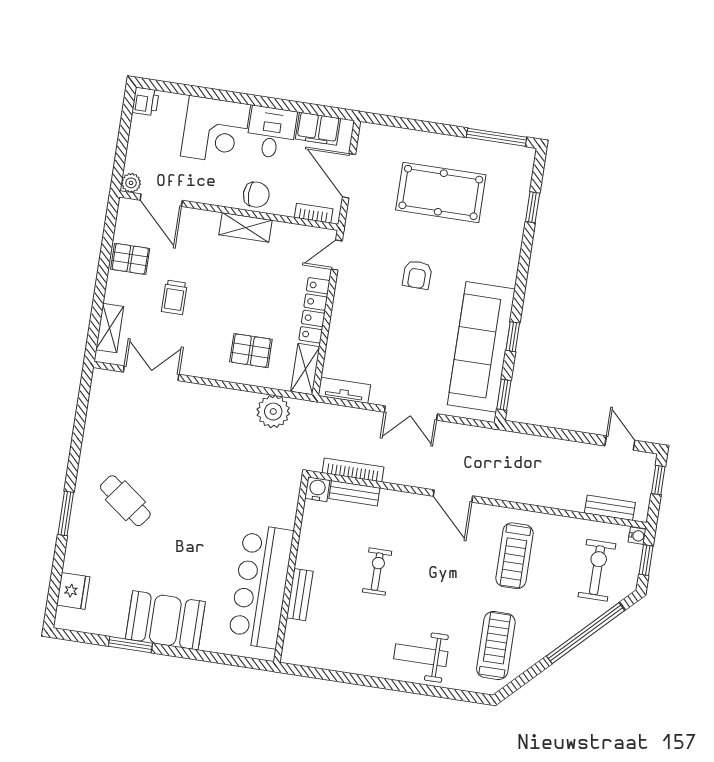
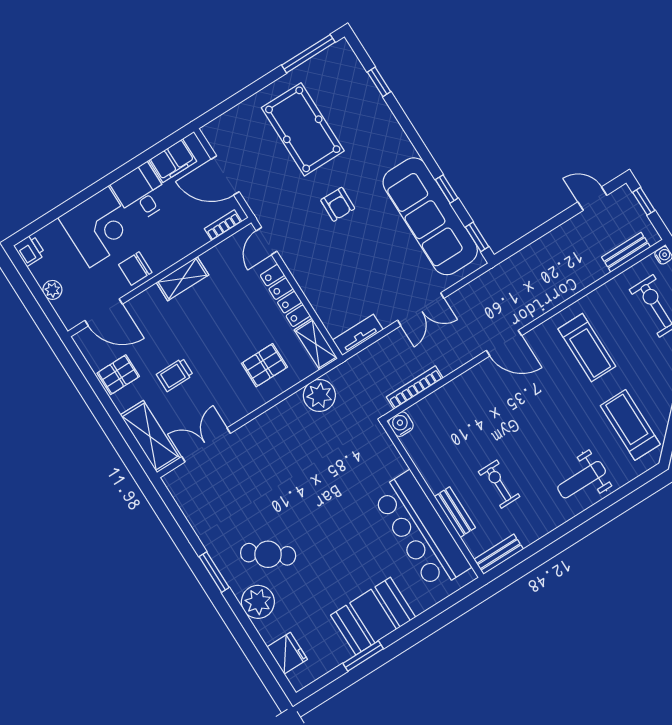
plant: (131, 183) -> (52, 290), moved
pool table: (441, 192) -> (303, 129), turned 90
chair: (256, 195) -> (135, 269), moved, turned 180
trolley: (174, 297) -> (175, 375), turned 90
shelving: (110, 328) -> (150, 436), width x1.50, depth x1.33
bench: (354, 493) -> (499, 554), moved
window: (66, 513) -> (214, 572), moved
plant: (85, 531) -> (258, 602), added
exercise bike: (377, 572) -> (499, 484), moved

